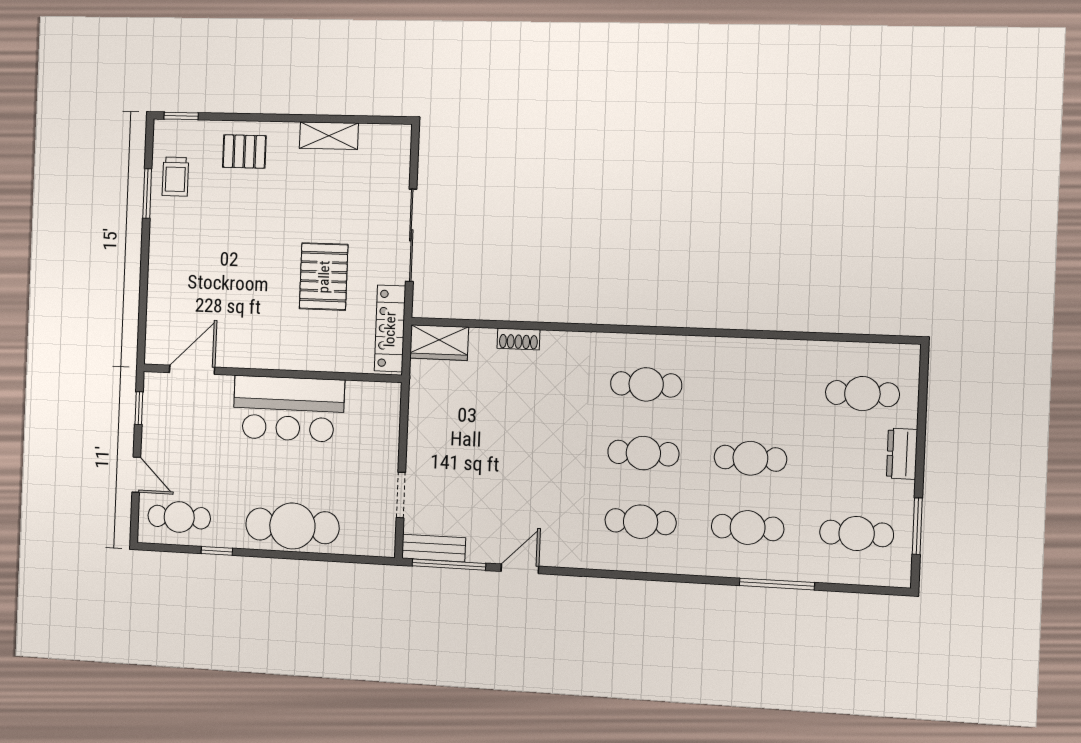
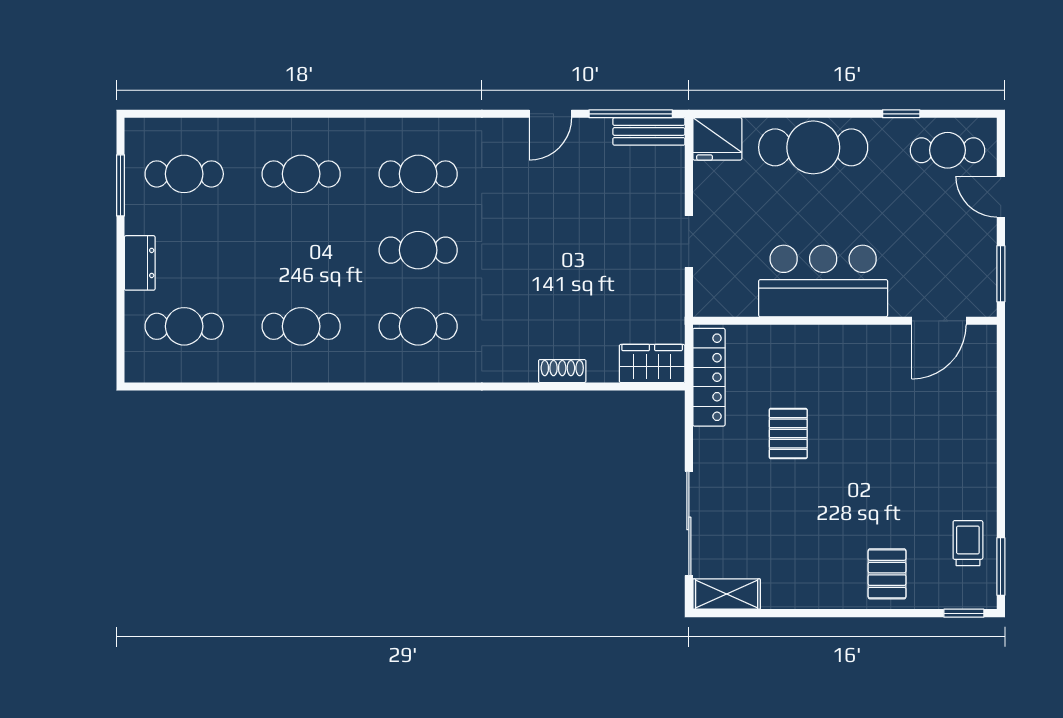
shelving: (329, 136) -> (727, 594), moved
pallet: (244, 152) -> (887, 574), turned 90
window: (147, 193) -> (1001, 567), moved
sliding door: (411, 235) -> (689, 523), moved
pallet: (324, 277) -> (788, 434), width x0.67, depth x0.71
window: (139, 408) -> (1001, 274), width x1.50
cafe table: (750, 458) -> (301, 326), moved
doorway: (401, 495) -> (689, 242), moved
fridge: (374, 538) -> (717, 139), added
window: (777, 584) -> (267, 114), removed

